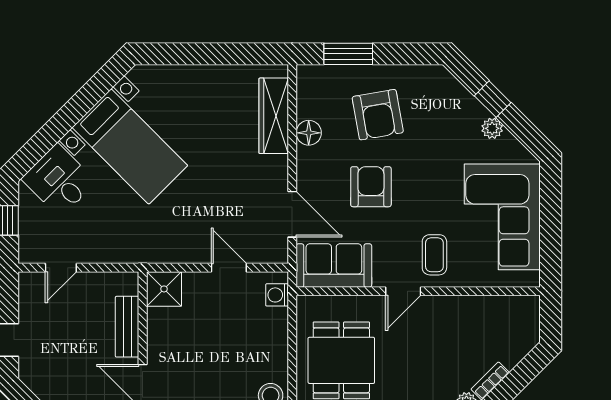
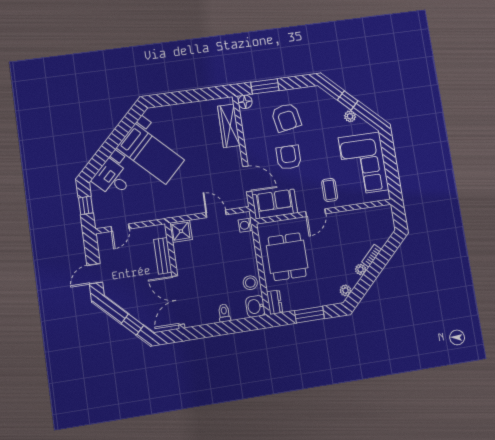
floor lamp: (309, 133) -> (245, 102), moved

